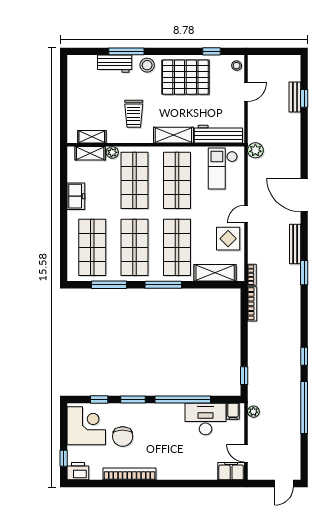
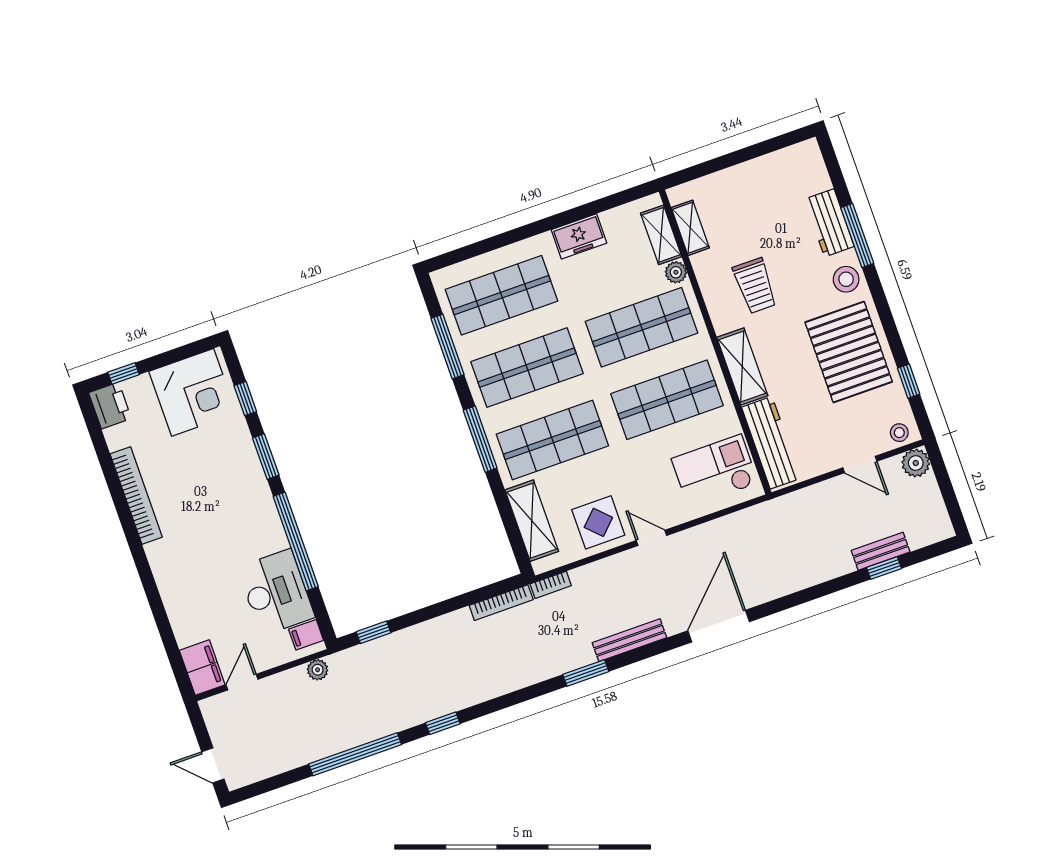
trolley: (134, 114) -> (755, 286), turned -90
plant: (255, 150) -> (916, 463), moved
chair: (123, 437) -> (196, 461), removed

